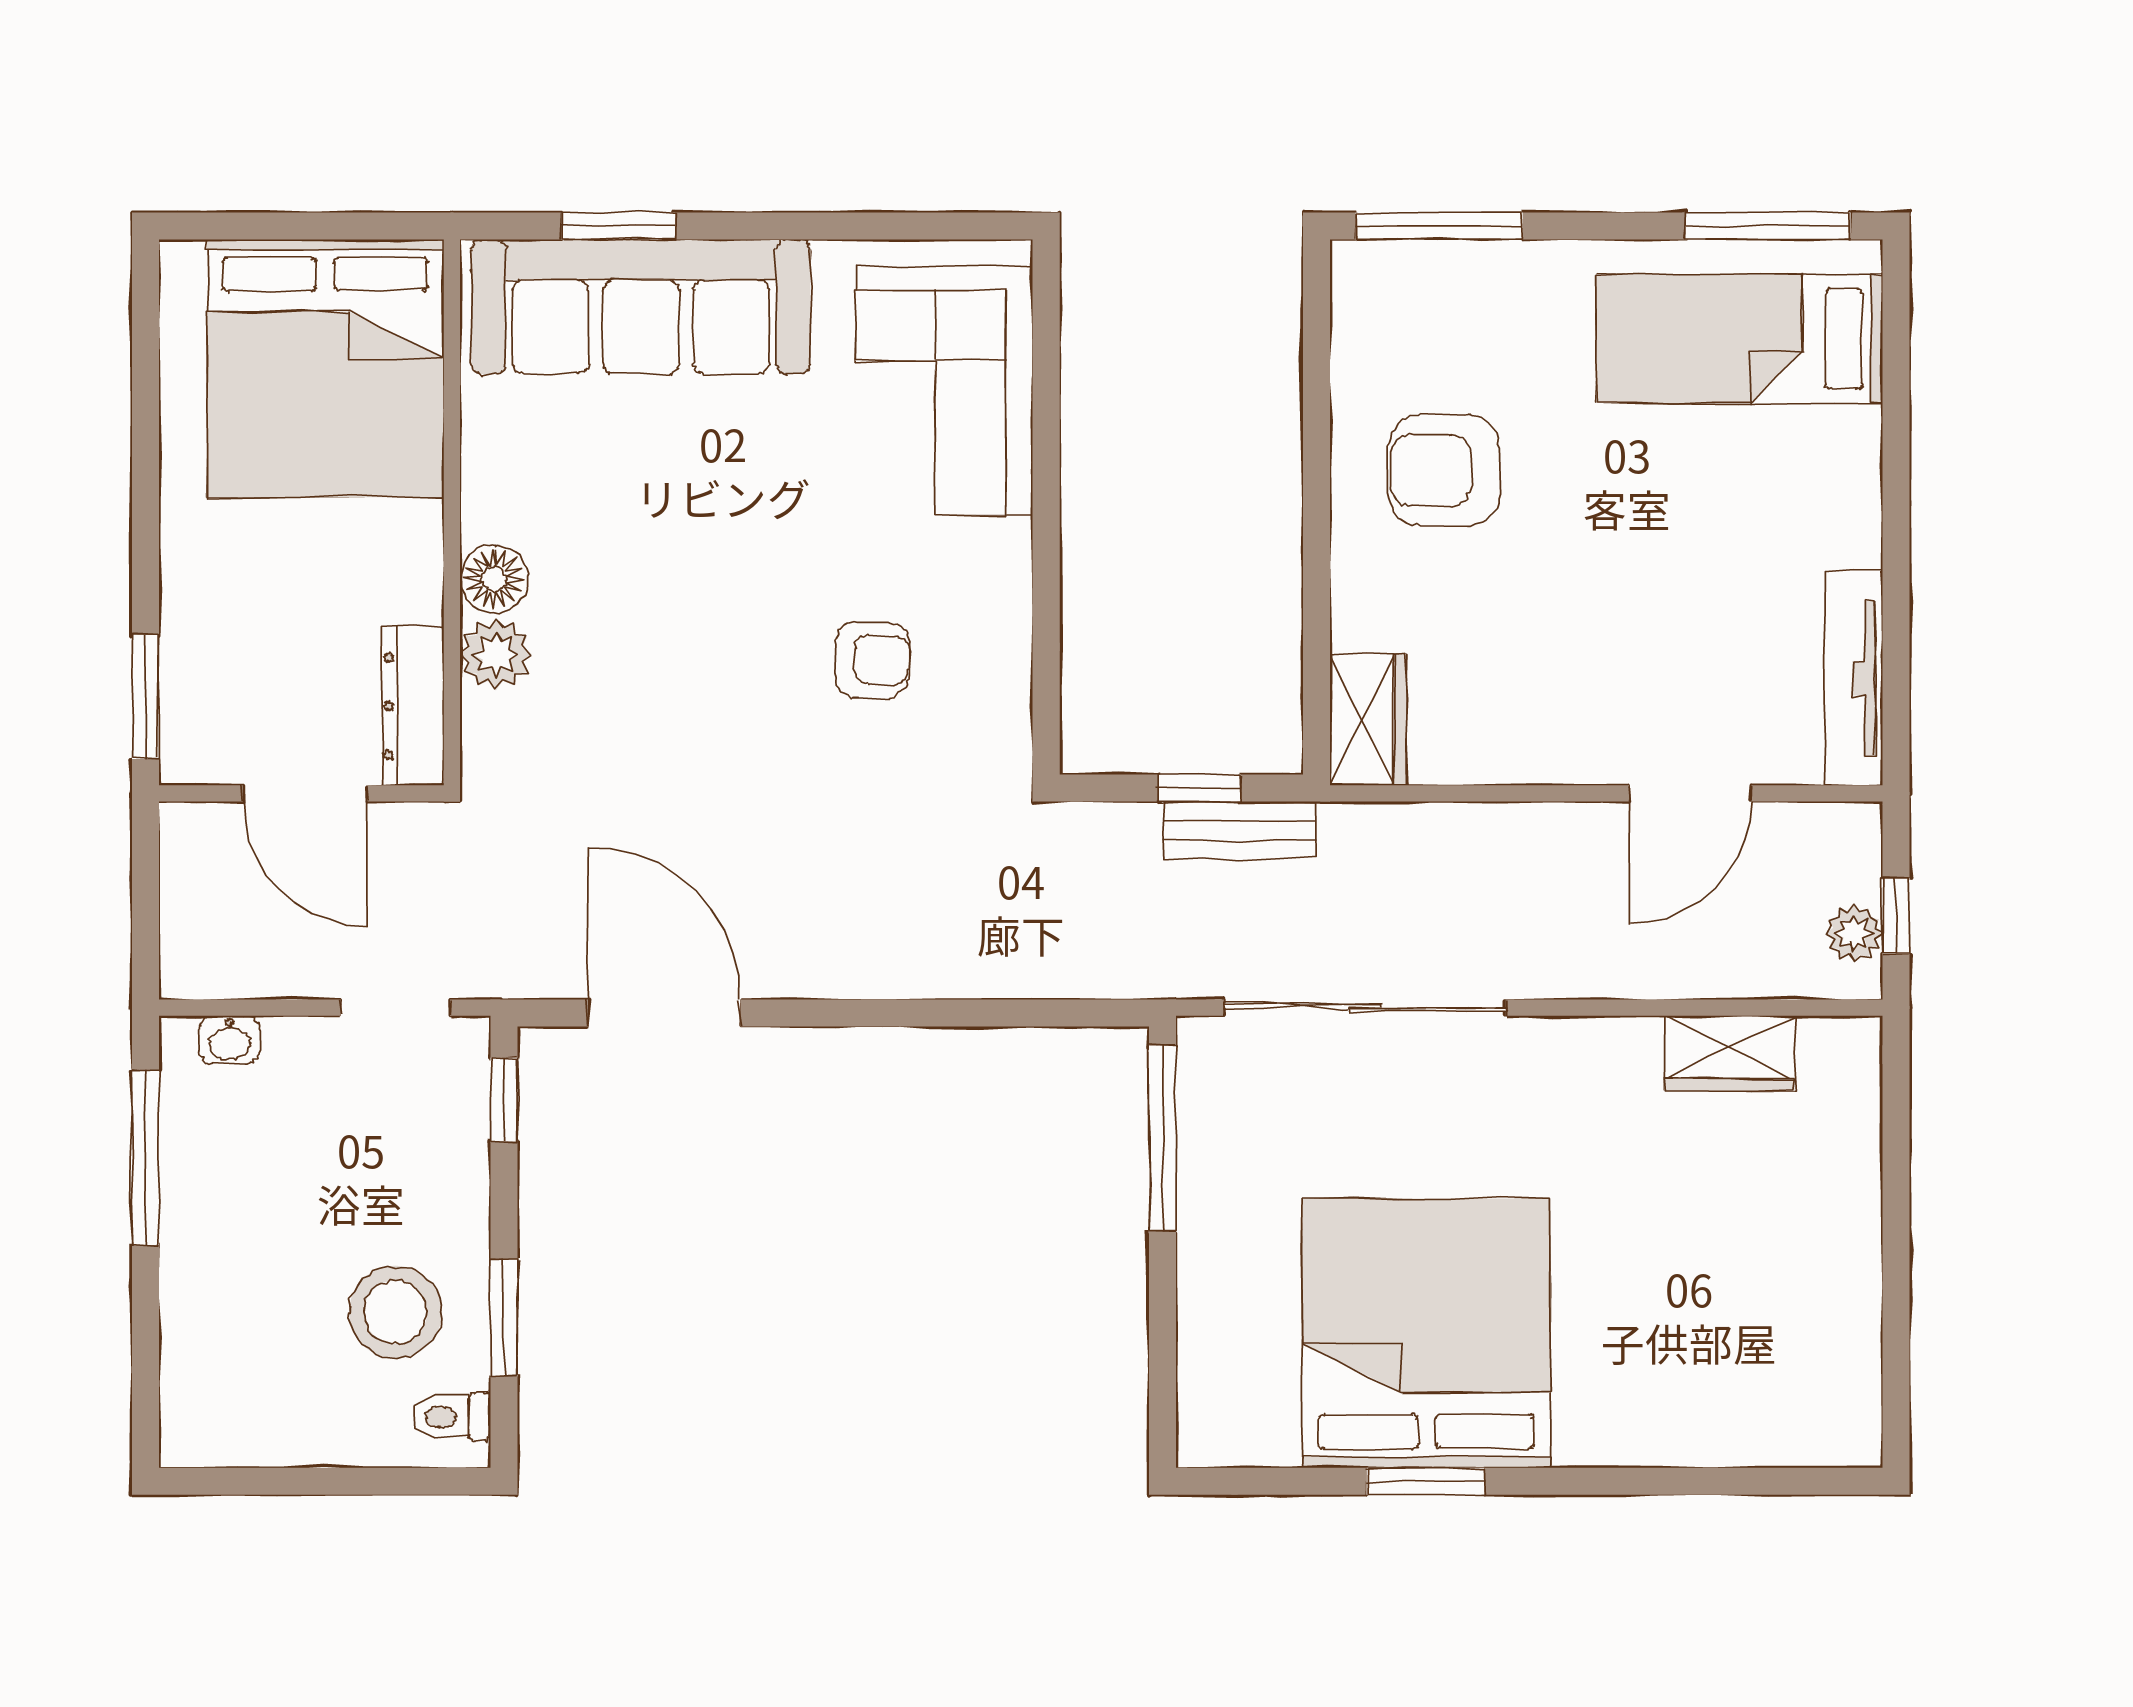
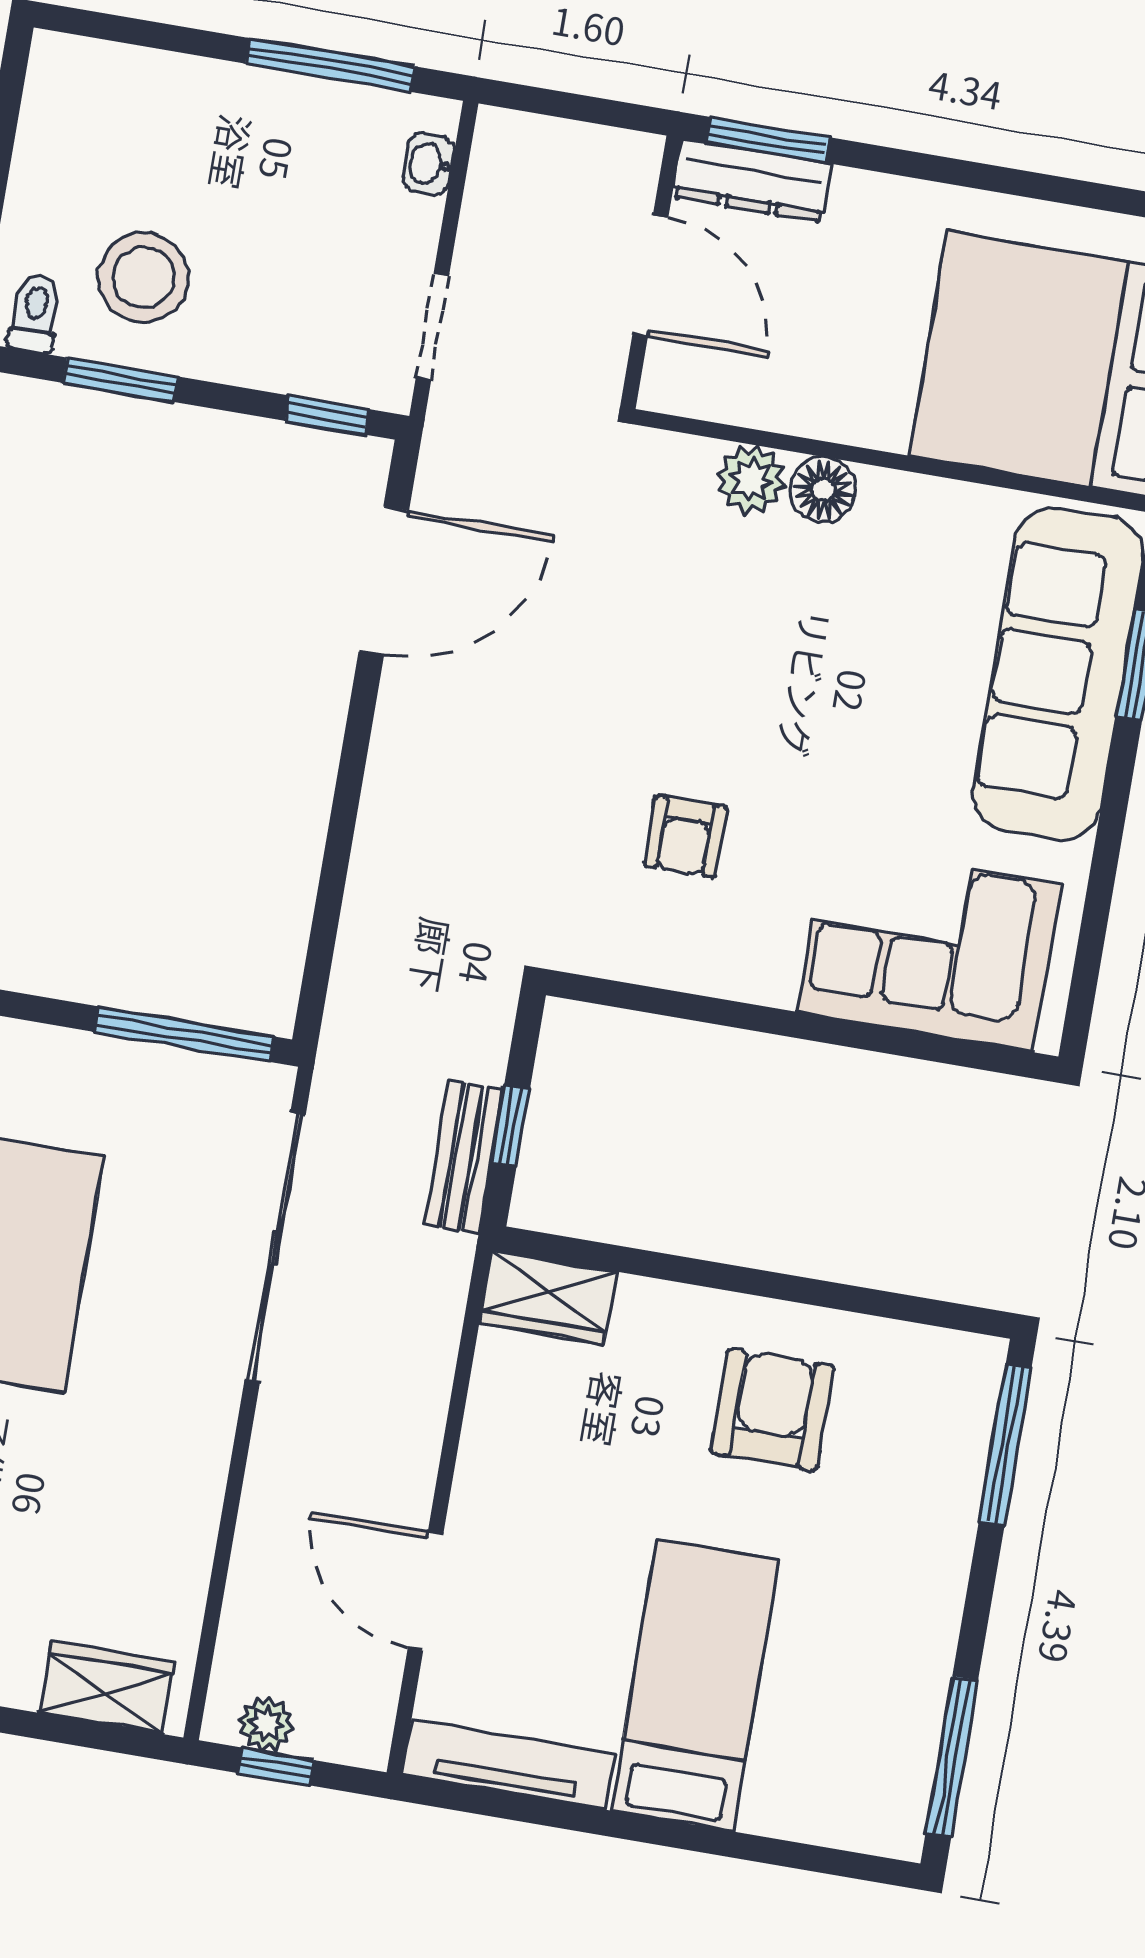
bed: (1739, 339) -> (695, 1685), moved
dresser: (413, 706) -> (752, 181), moved, turned 180
door: (305, 793) -> (650, 276), swing flipped
wardrobe: (1730, 1053) -> (107, 1688), moved, turned 90

